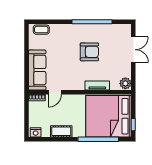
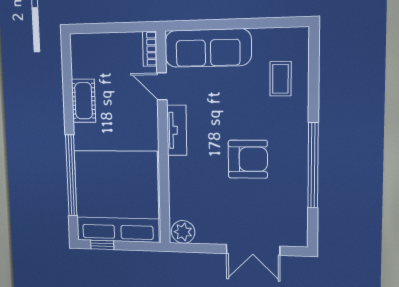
coffee table: (41, 30) -> (280, 79), moved
armchair: (89, 52) -> (248, 159), turned -90
tv unit: (97, 86) -> (177, 130), moved
nightstand: (36, 132) -> (80, 48), removed

